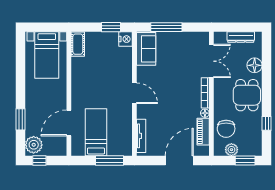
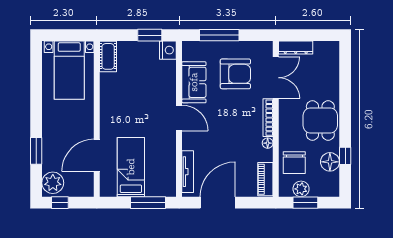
dresser: (241, 37) -> (296, 48), moved
sofa: (146, 49) -> (194, 82), moved
armchair: (179, 58) -> (235, 74), added
floor lamp: (255, 65) -> (330, 162), moved
piano: (203, 132) -> (265, 179), moved
door: (179, 161) -> (218, 203), moved
window: (245, 161) -> (305, 203), moved

